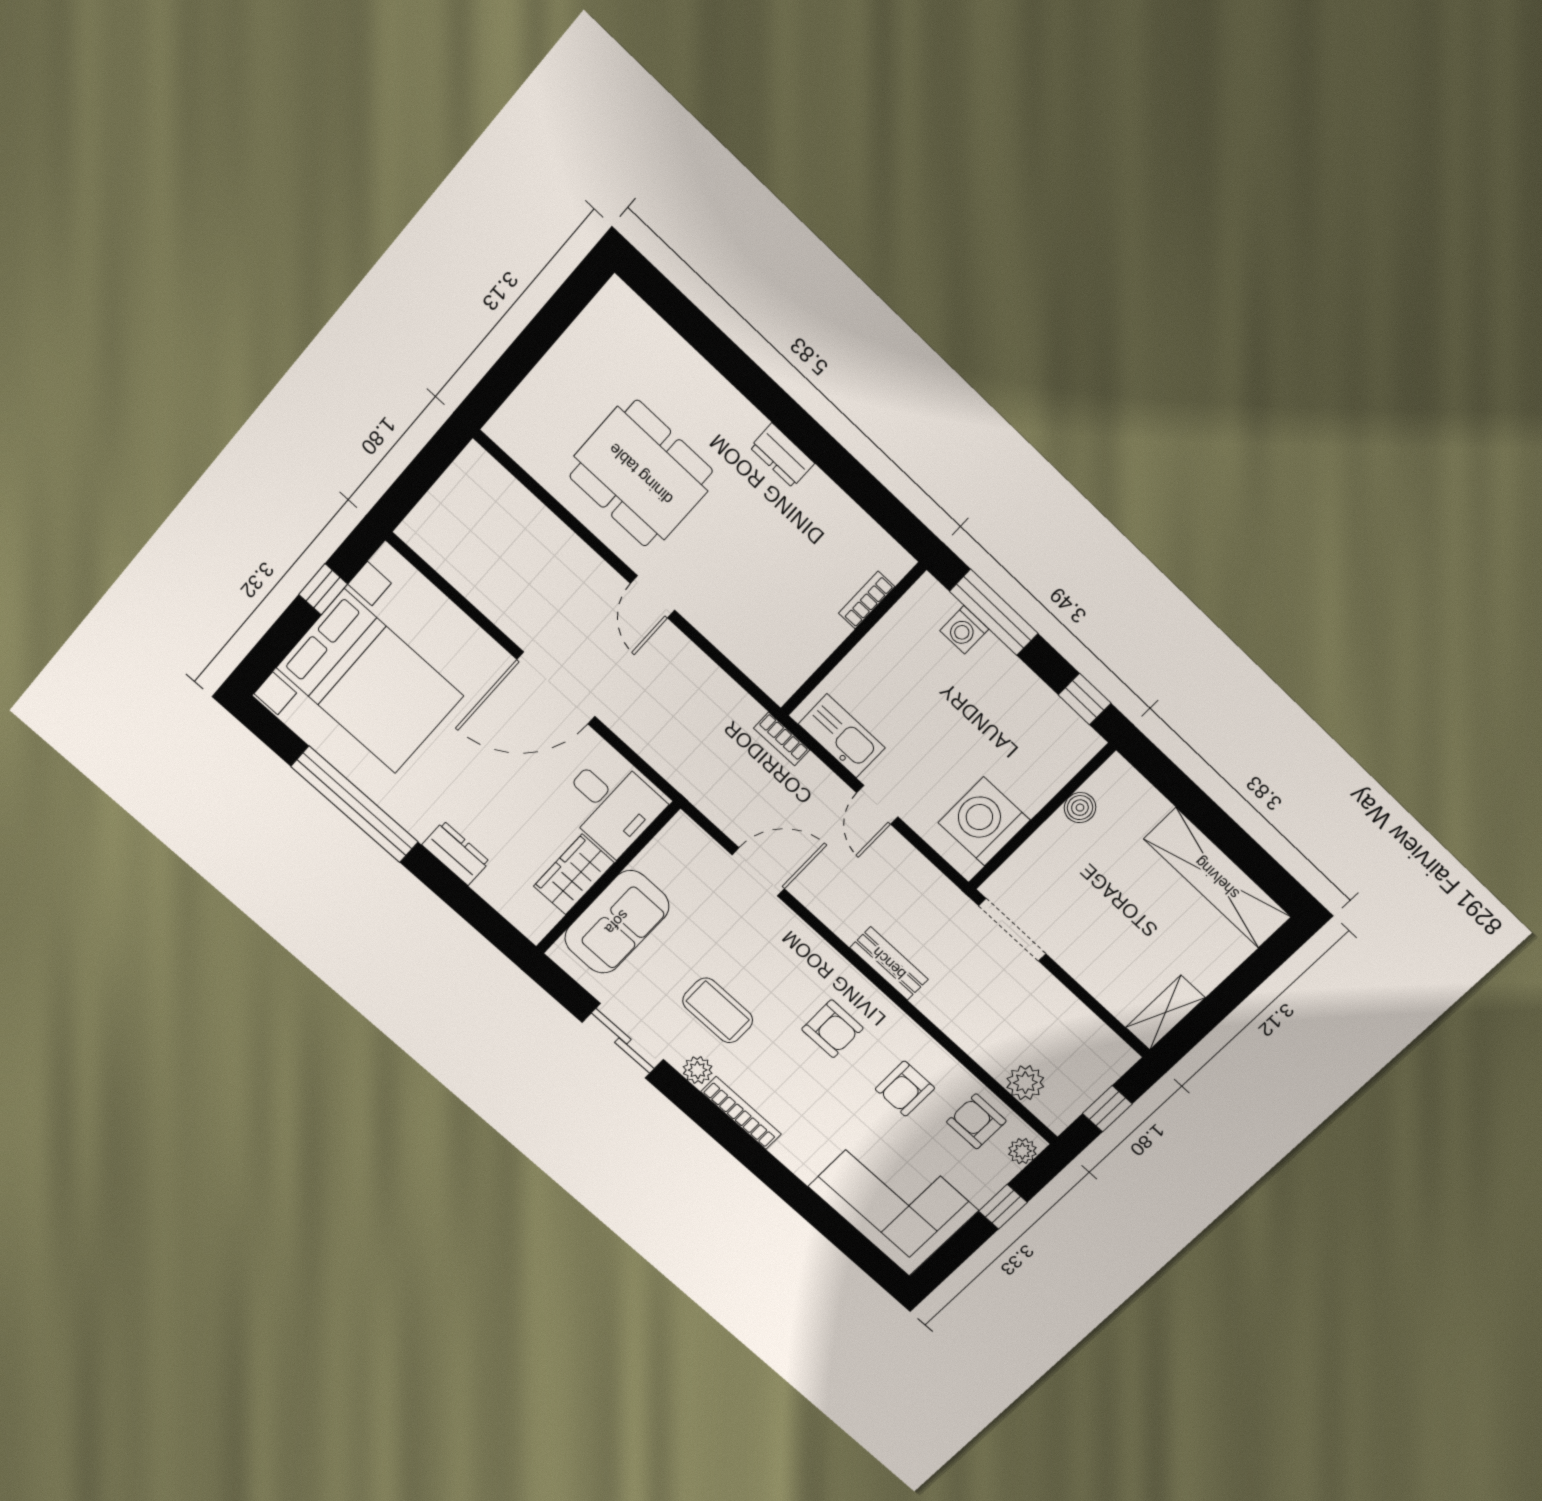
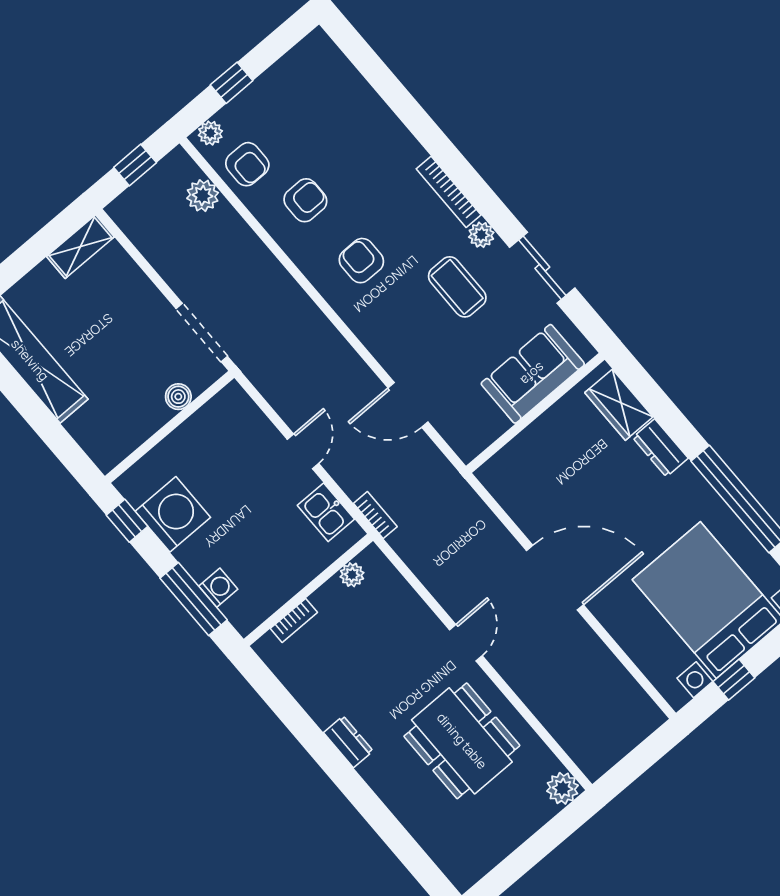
plant: (508, 428) -> (563, 788), added
plant: (801, 664) -> (352, 575), added
kitchen sink: (842, 736) -> (326, 512), width x0.73
desk: (611, 804) -> (524, 476), removed
boiler: (1080, 808) -> (178, 397), moved
washing machine: (984, 821) -> (173, 514), moved, turned -90
wardrobe: (574, 874) -> (619, 405), moved, turned 90
bench: (889, 963) -> (307, 314), removed
corner sofa: (893, 1198) -> (326, 100), removed

